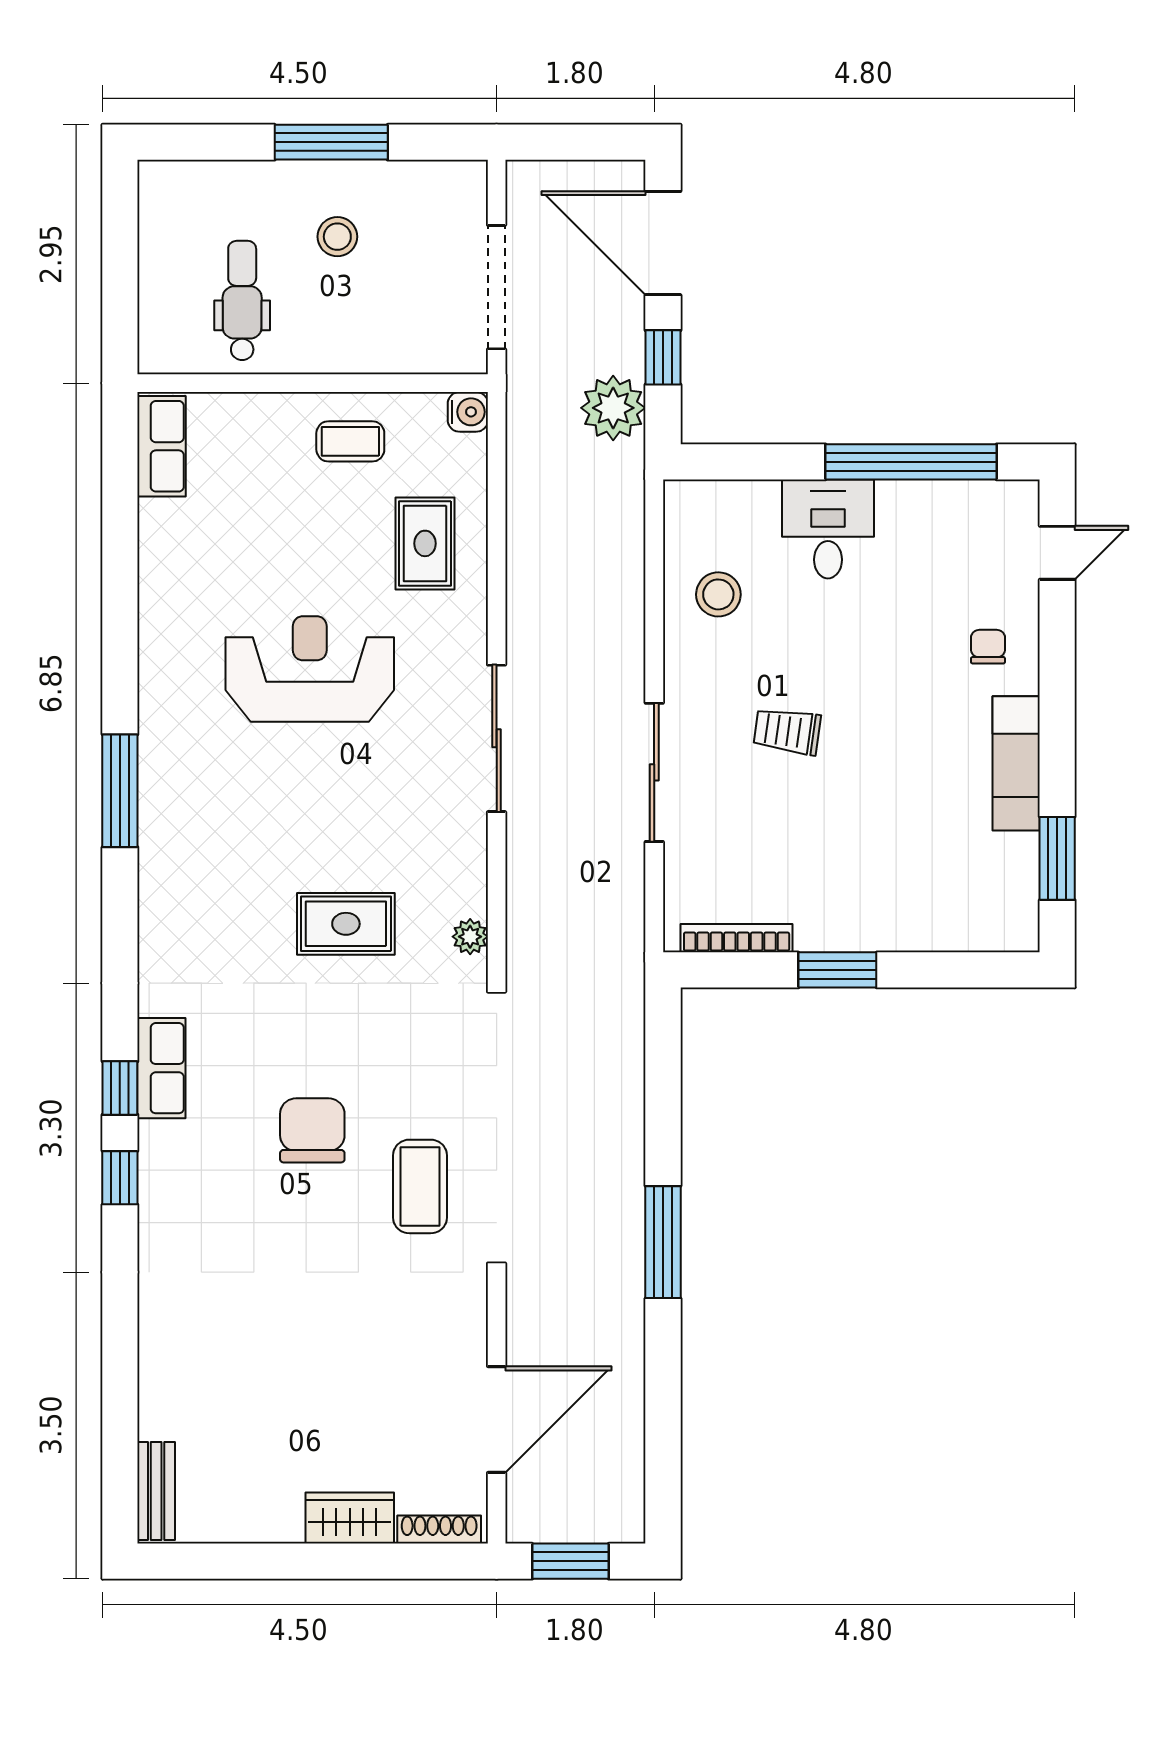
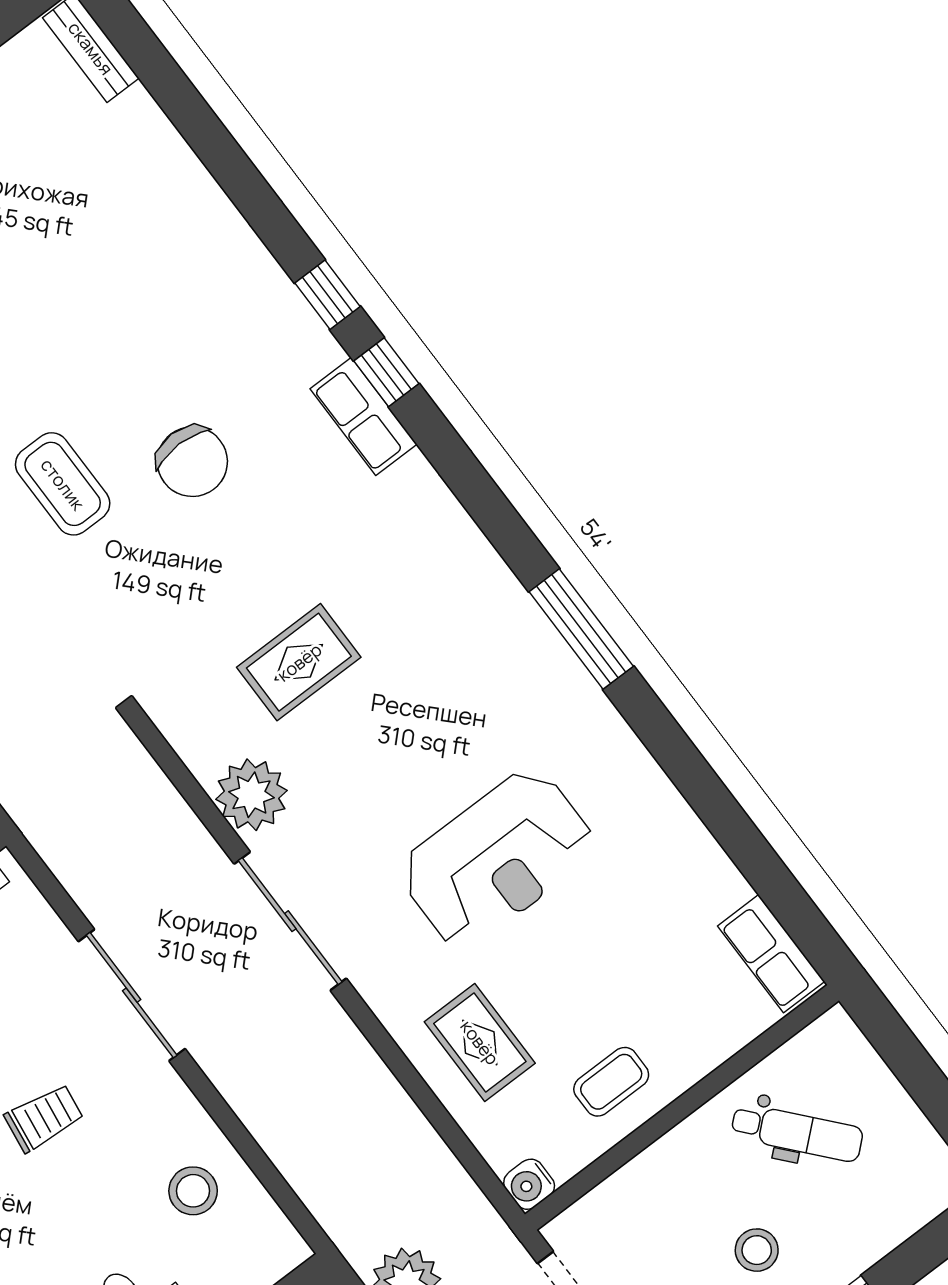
dental chair: (242, 300) -> (797, 1133), turned -41
plant: (470, 937) -> (252, 795), moved, width x1.87, depth x1.87

